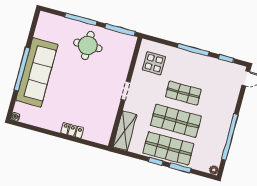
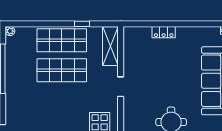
shop shelf: (183, 93) -> (62, 100), removed
window: (156, 161) -> (82, 24), moved
window: (180, 168) -> (45, 24), removed

